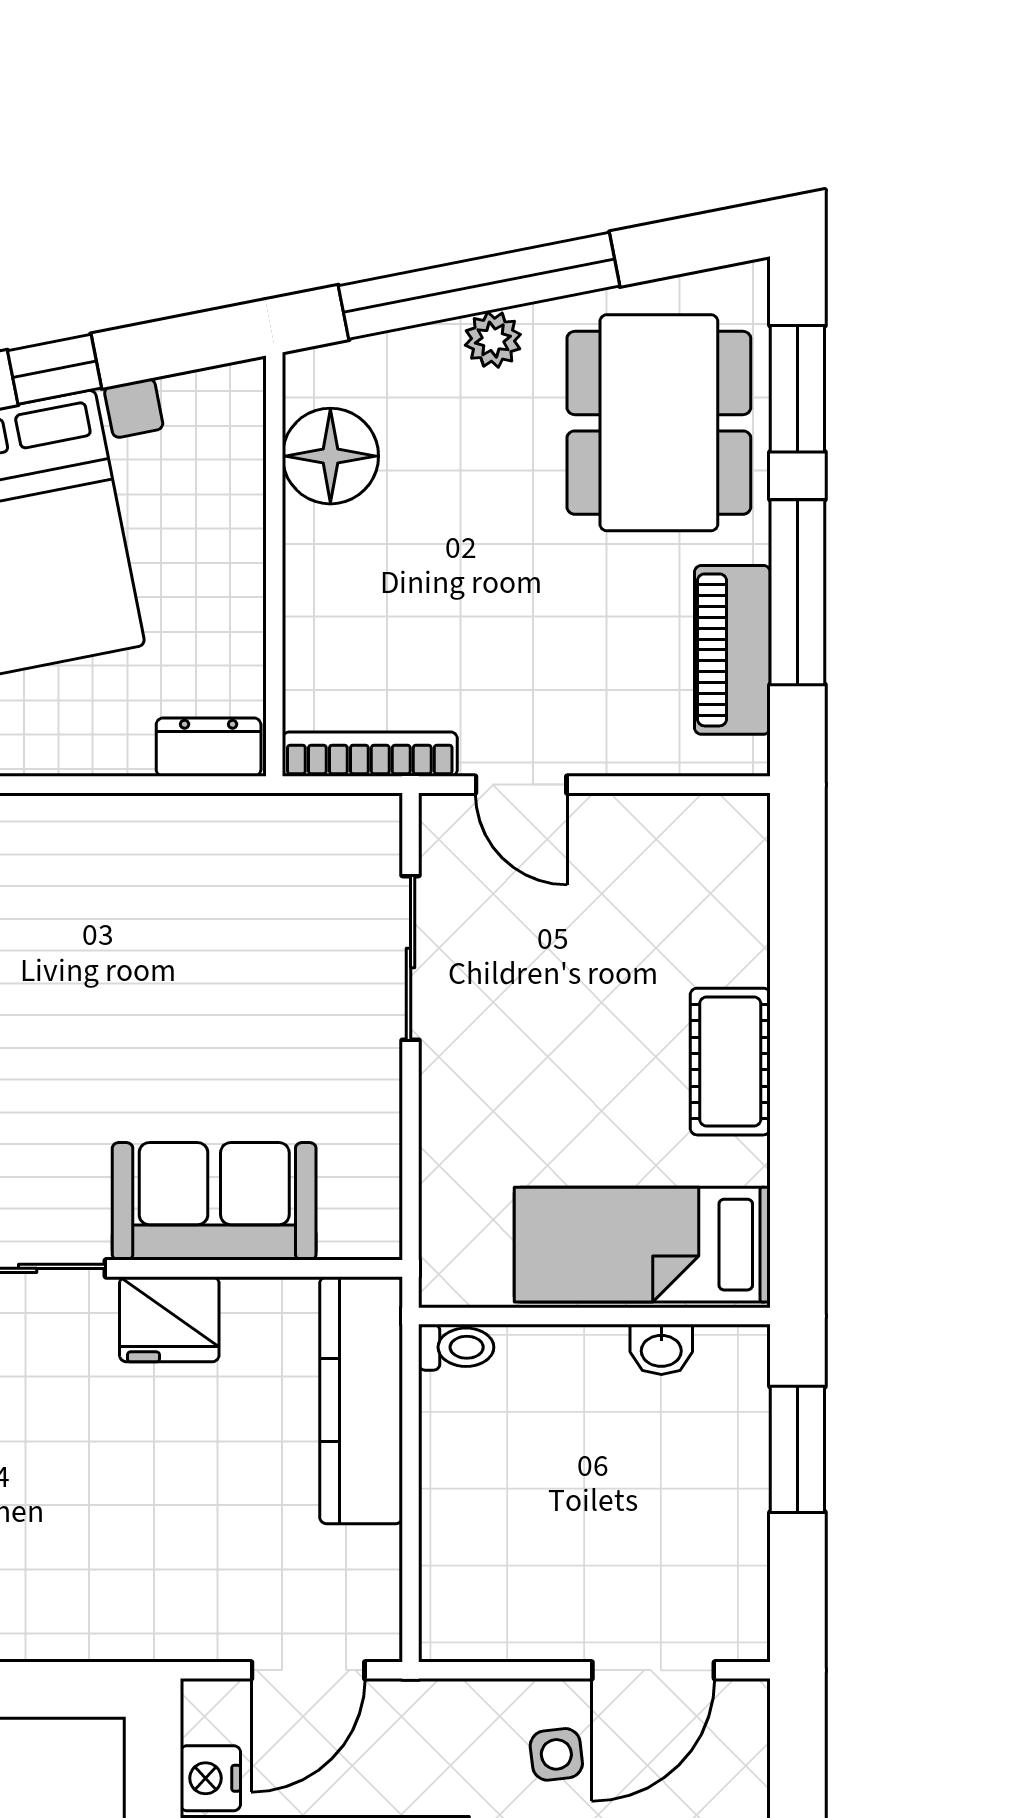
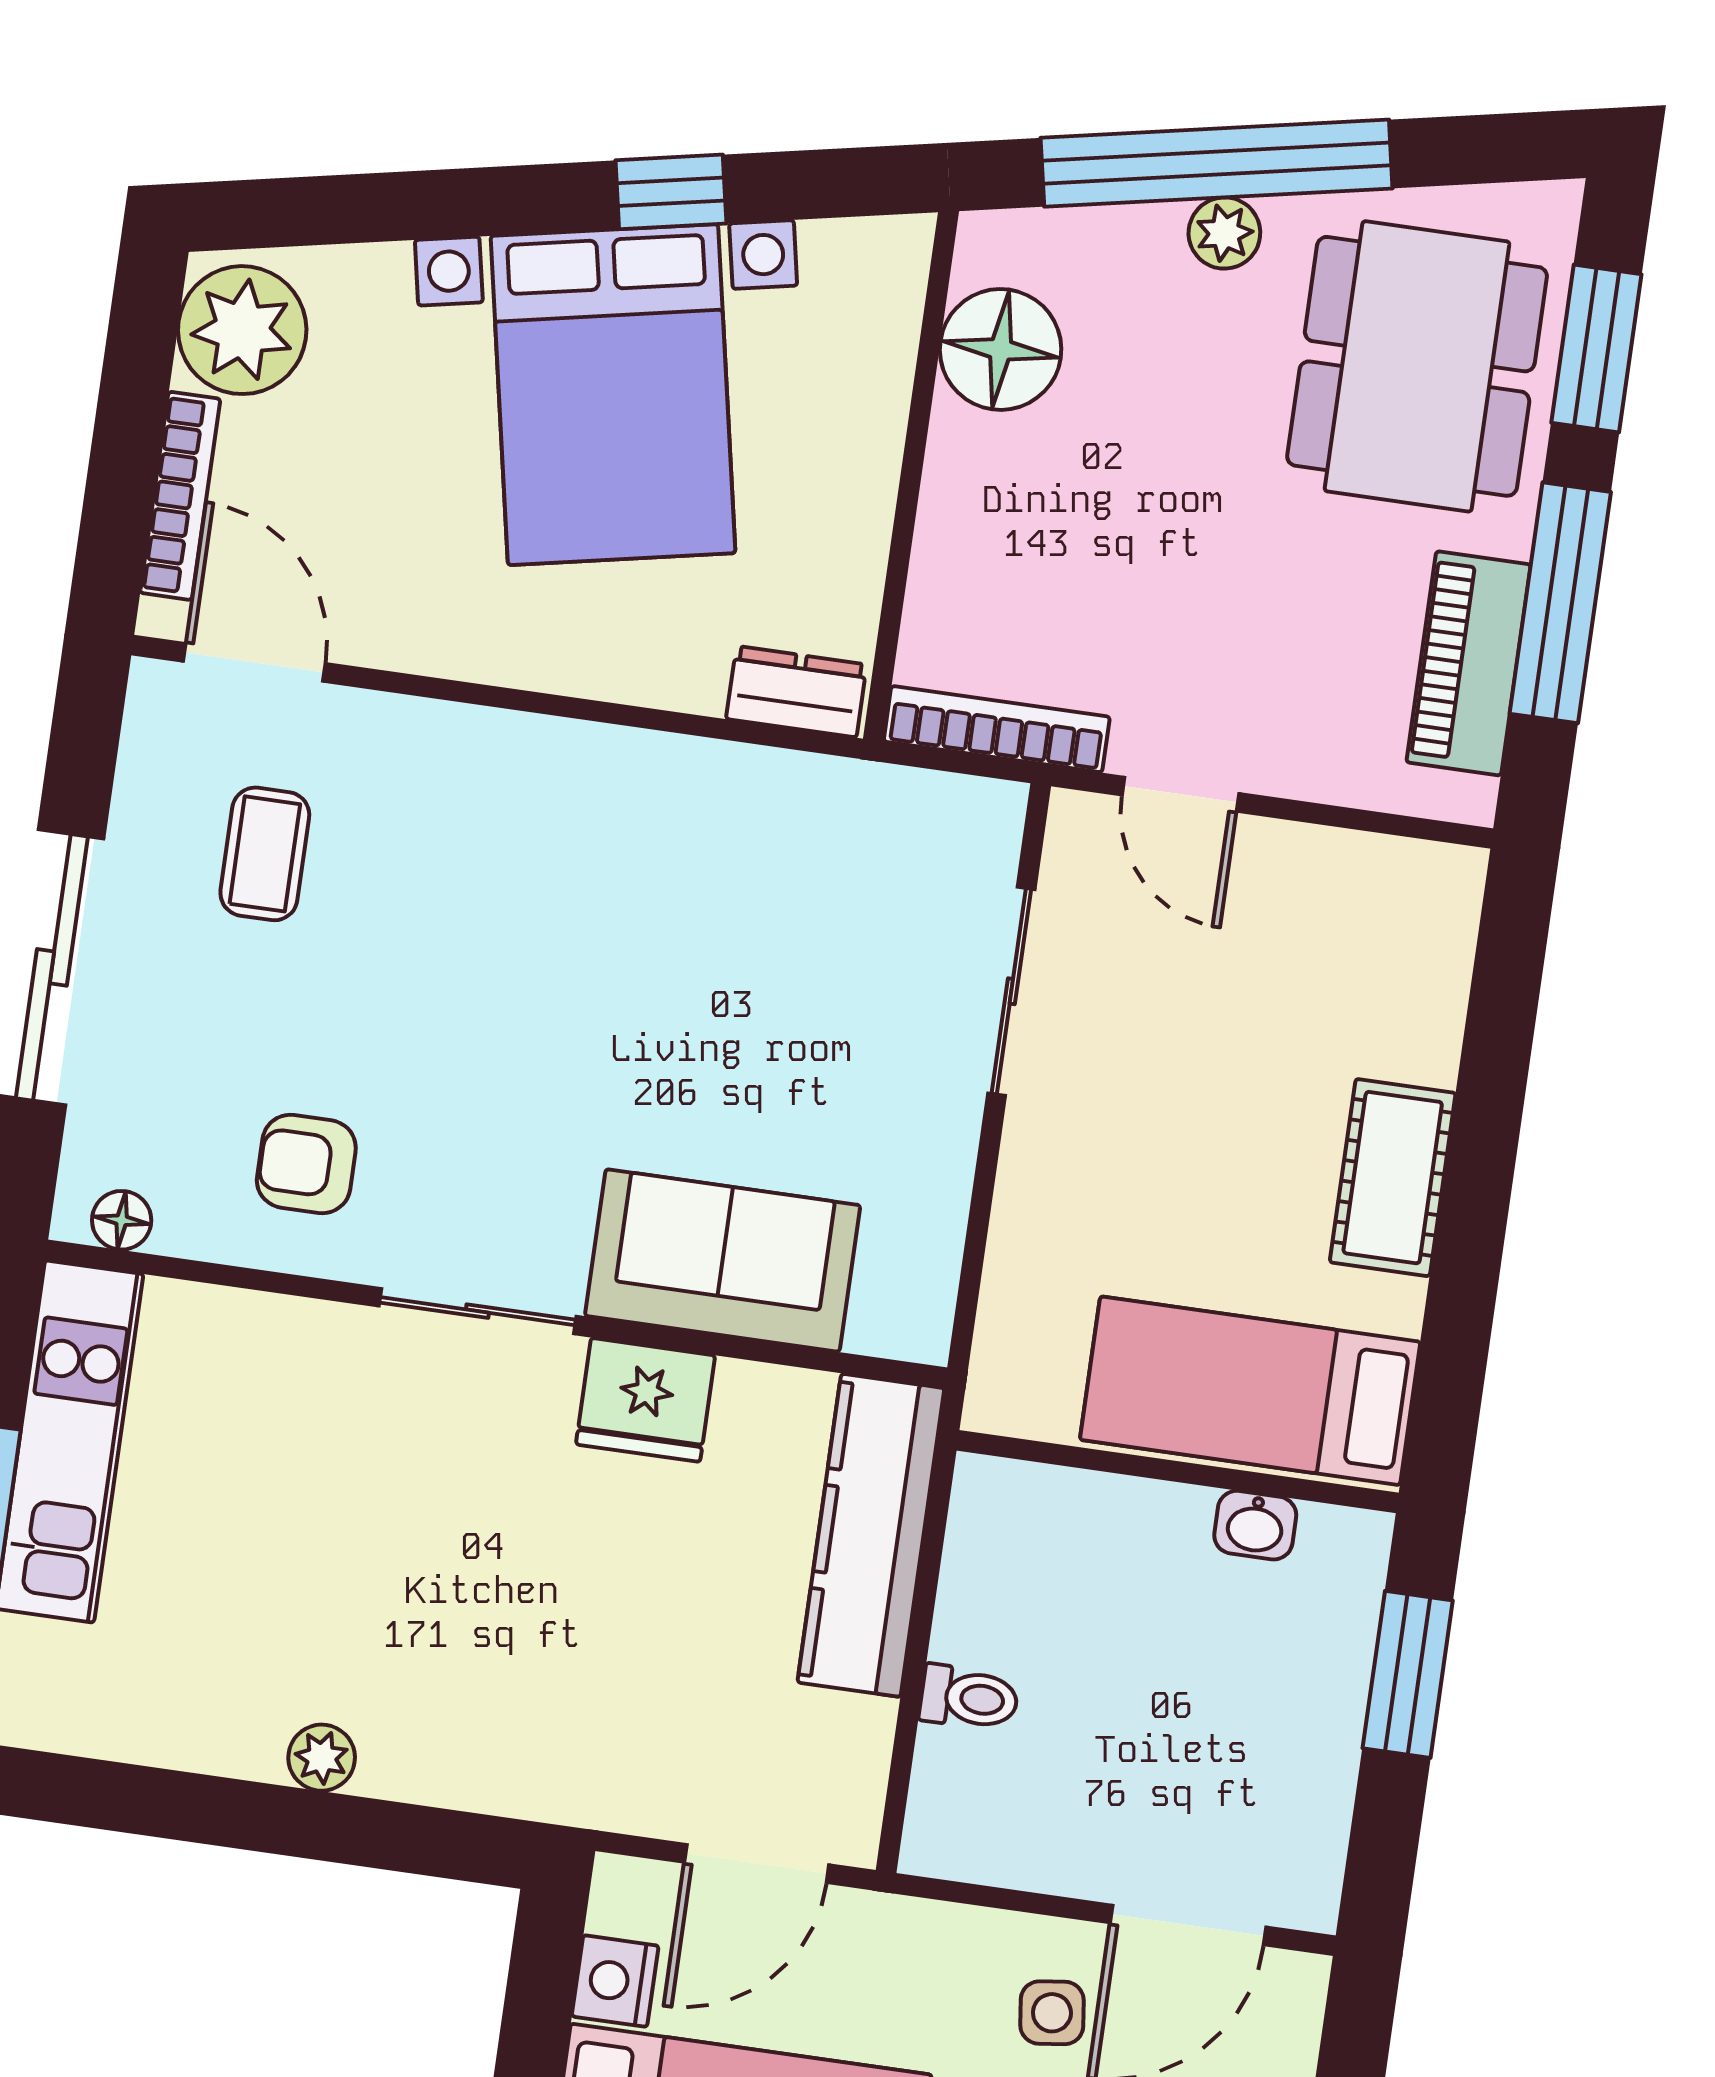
toilet: (456, 1347) -> (969, 1698), moved

